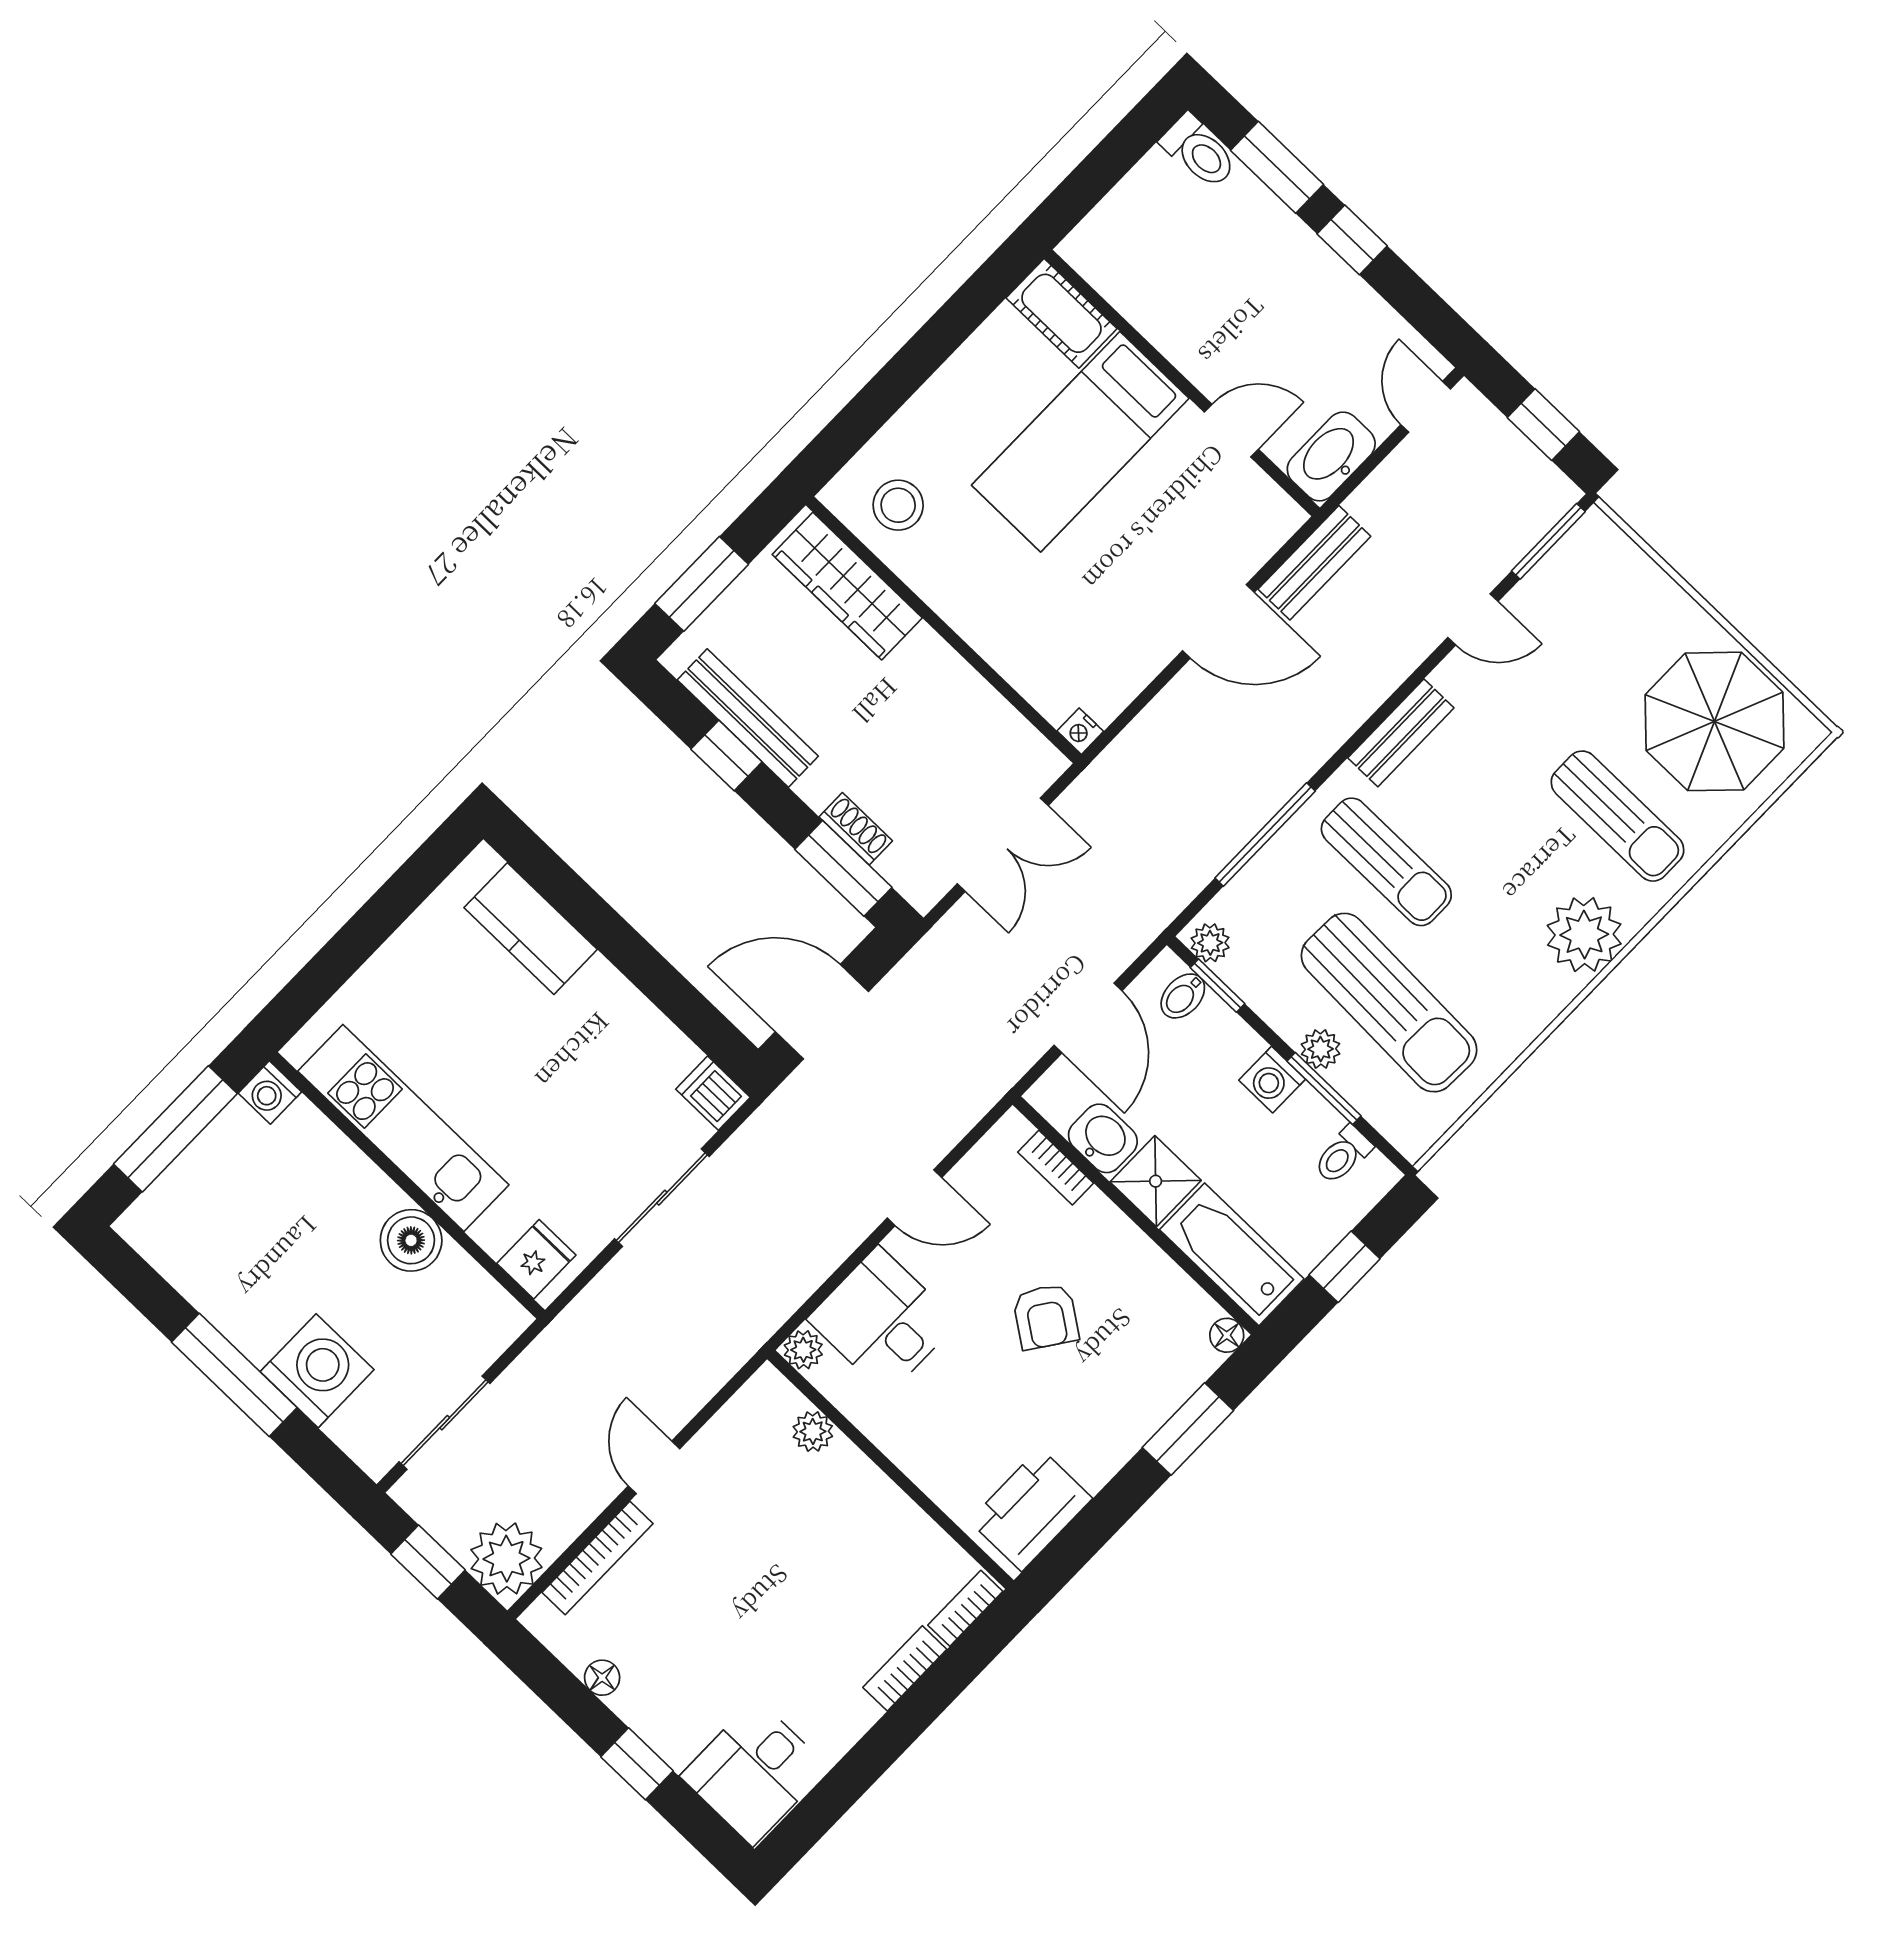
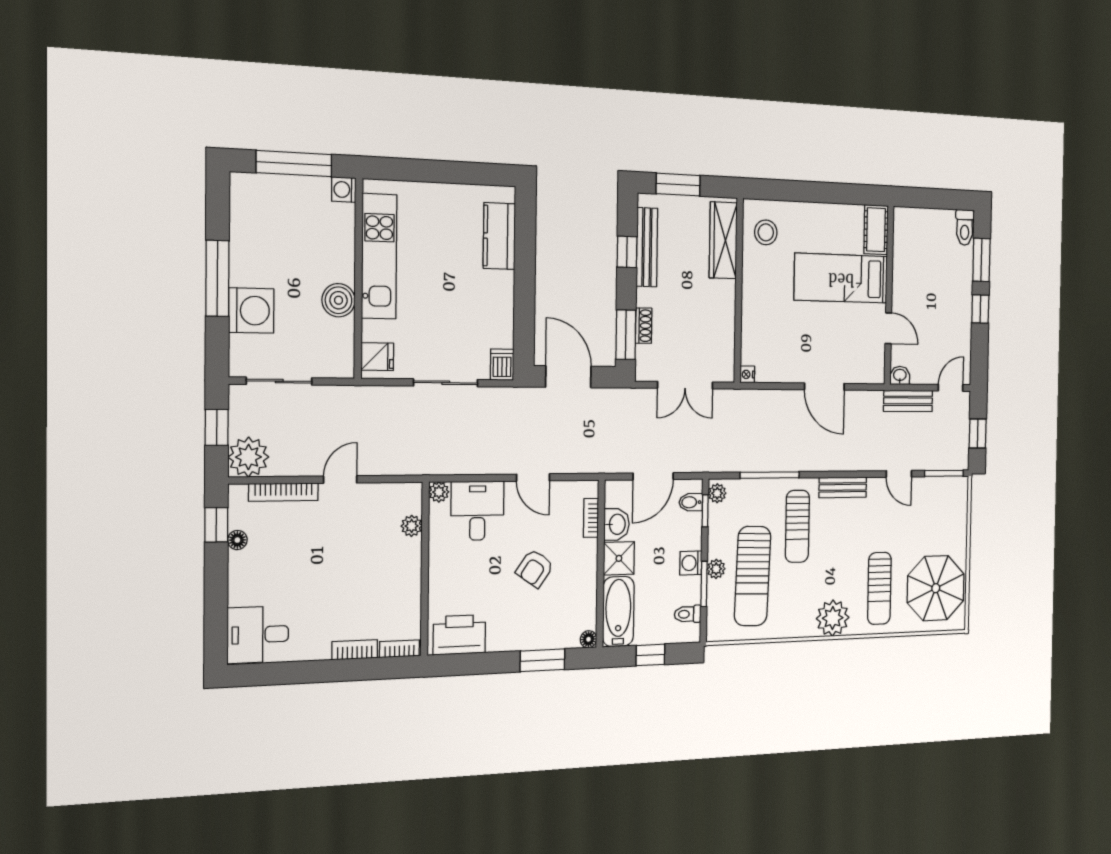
washbasin: (1331, 456) -> (900, 375), width x0.52, depth x0.69
bench: (1314, 563) -> (908, 401), moved
window: (637, 1764) -> (216, 525), moved

